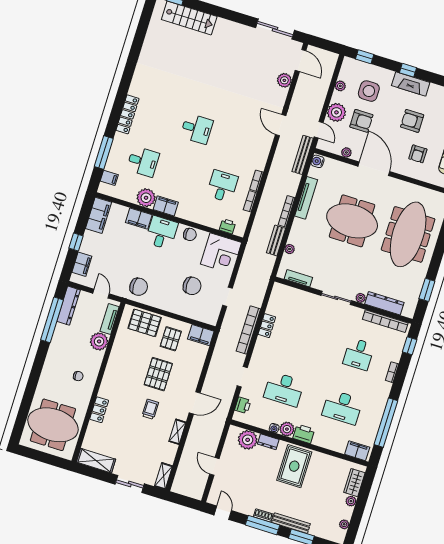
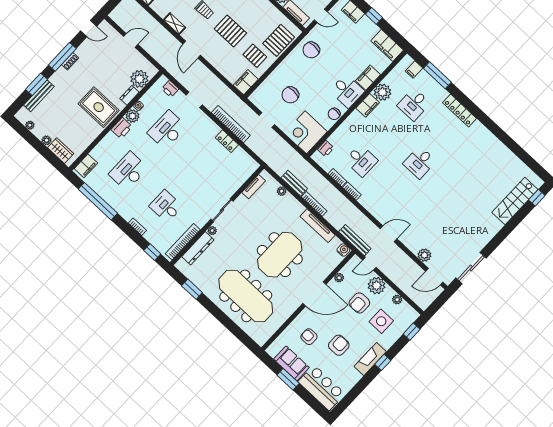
bench: (291, 523) -> (39, 96), moved

